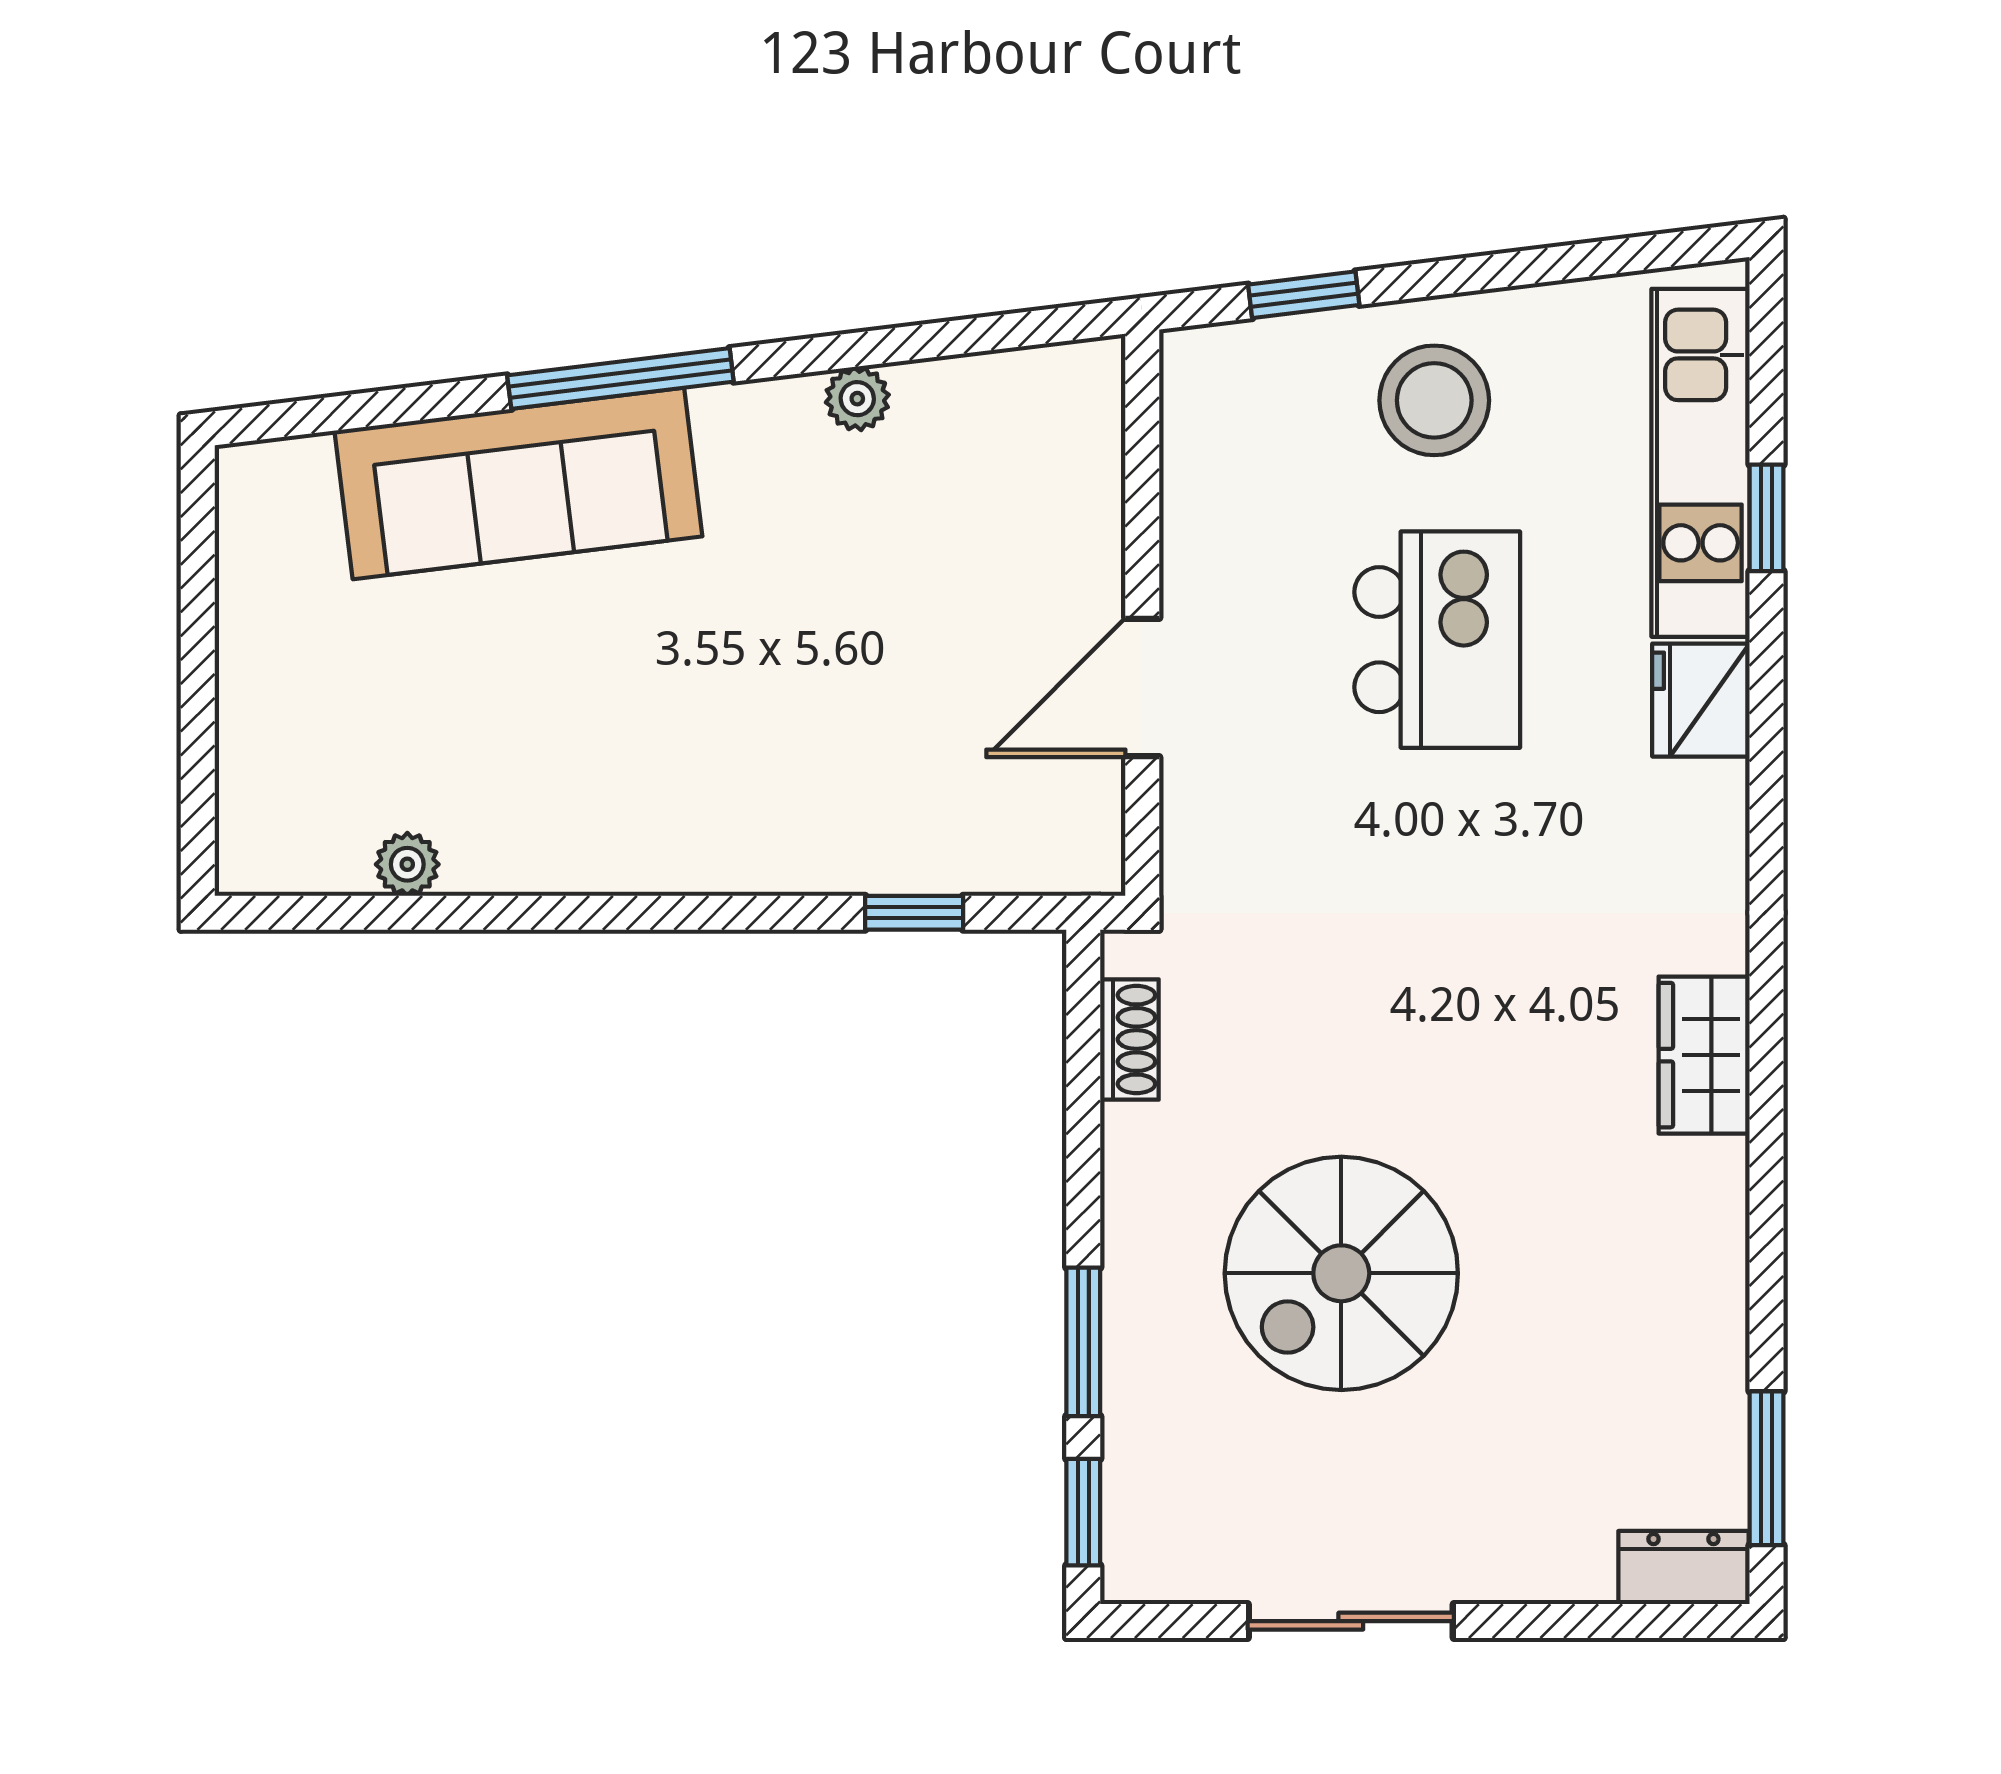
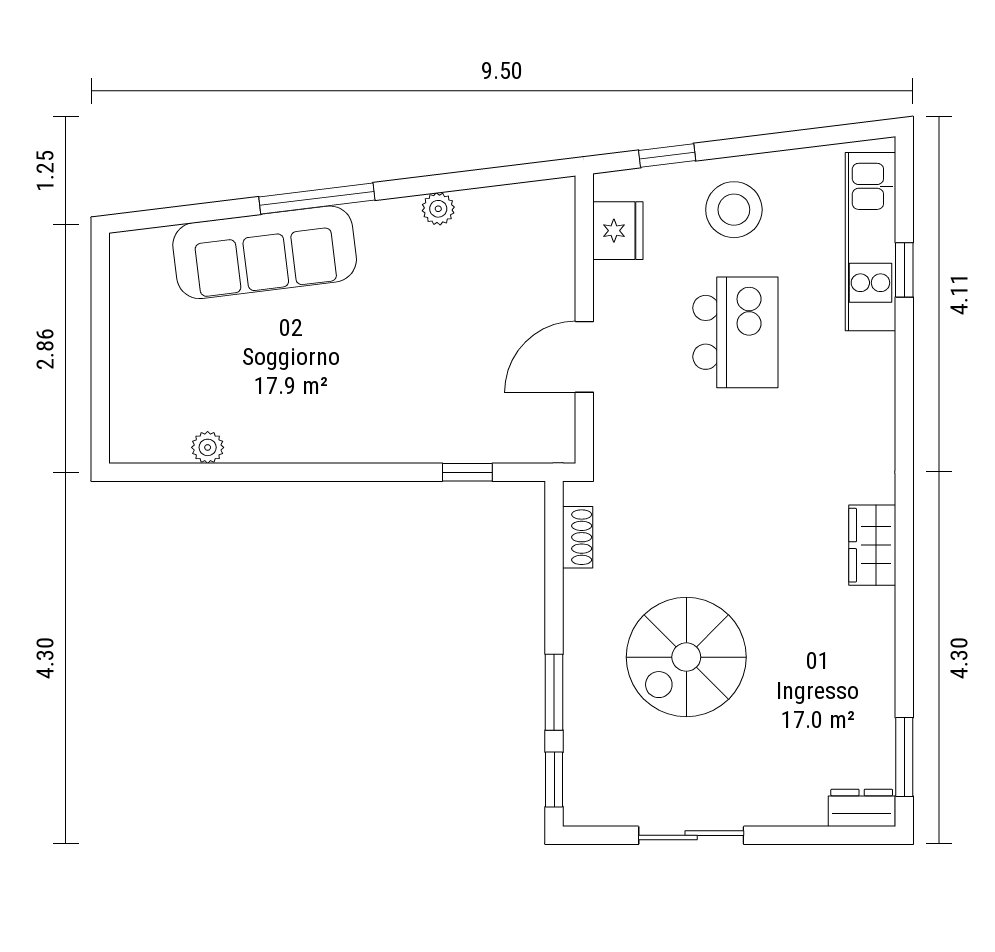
fridge: (1701, 700) -> (618, 231), moved, turned 180

